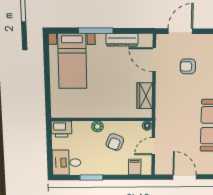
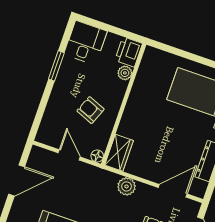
wardrobe: (145, 96) -> (119, 153), moved, turned 90
plant: (163, 96) -> (127, 186), added
plant: (97, 126) -> (125, 73), moved
filing cabinet: (135, 167) -> (51, 123), removed

